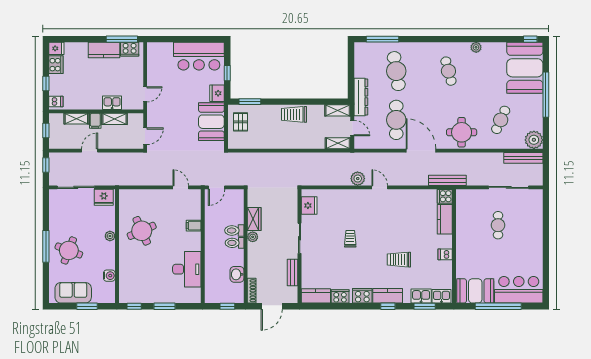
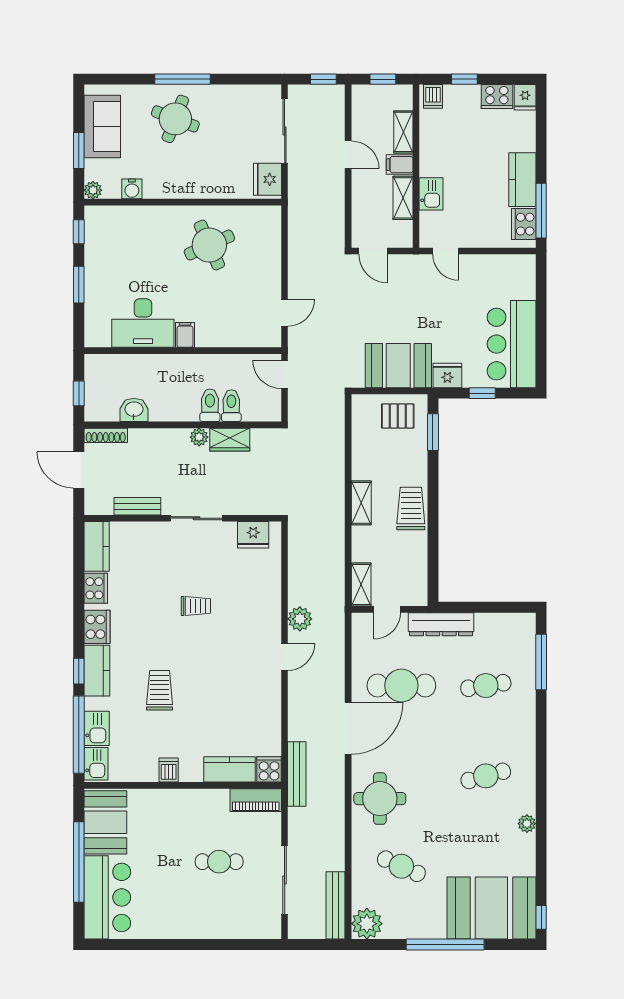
cafe table: (396, 71) -> (486, 686), width x0.73, depth x0.74
shelving: (338, 110) -> (361, 503), moved
piano: (462, 204) -> (256, 800), added
filing cabinet: (194, 226) -> (185, 335), moved
plant: (110, 236) -> (93, 190), moved
toilet: (235, 243) -> (231, 406), moved
window: (425, 306) -> (79, 735), width x2.11

